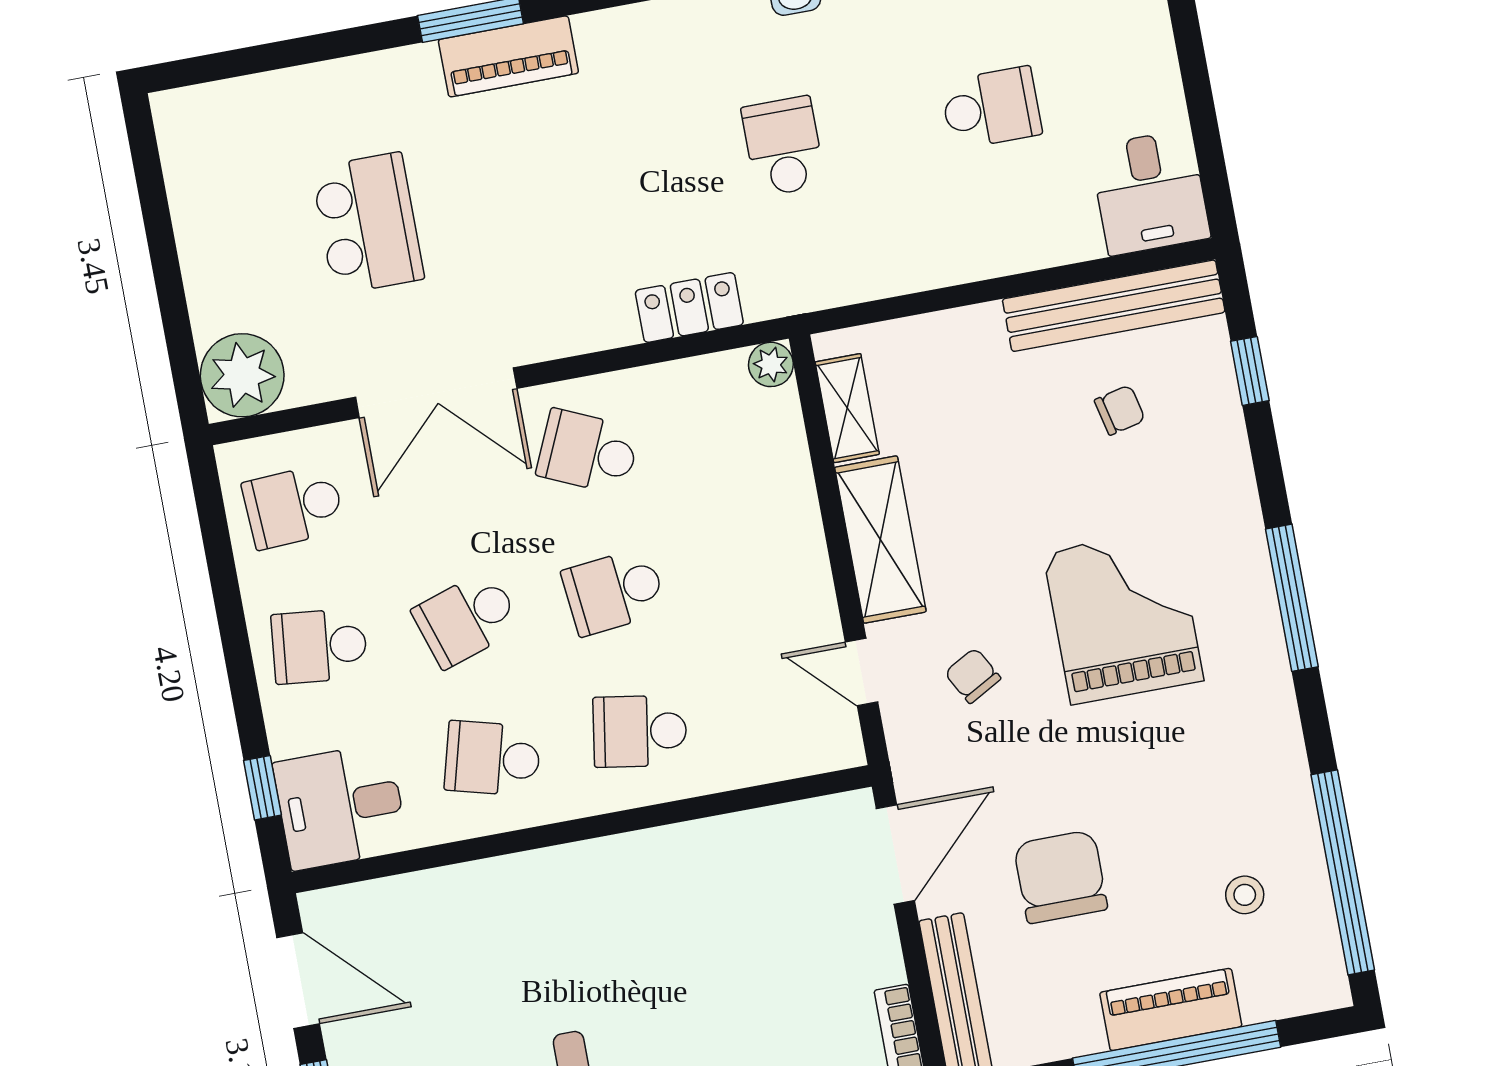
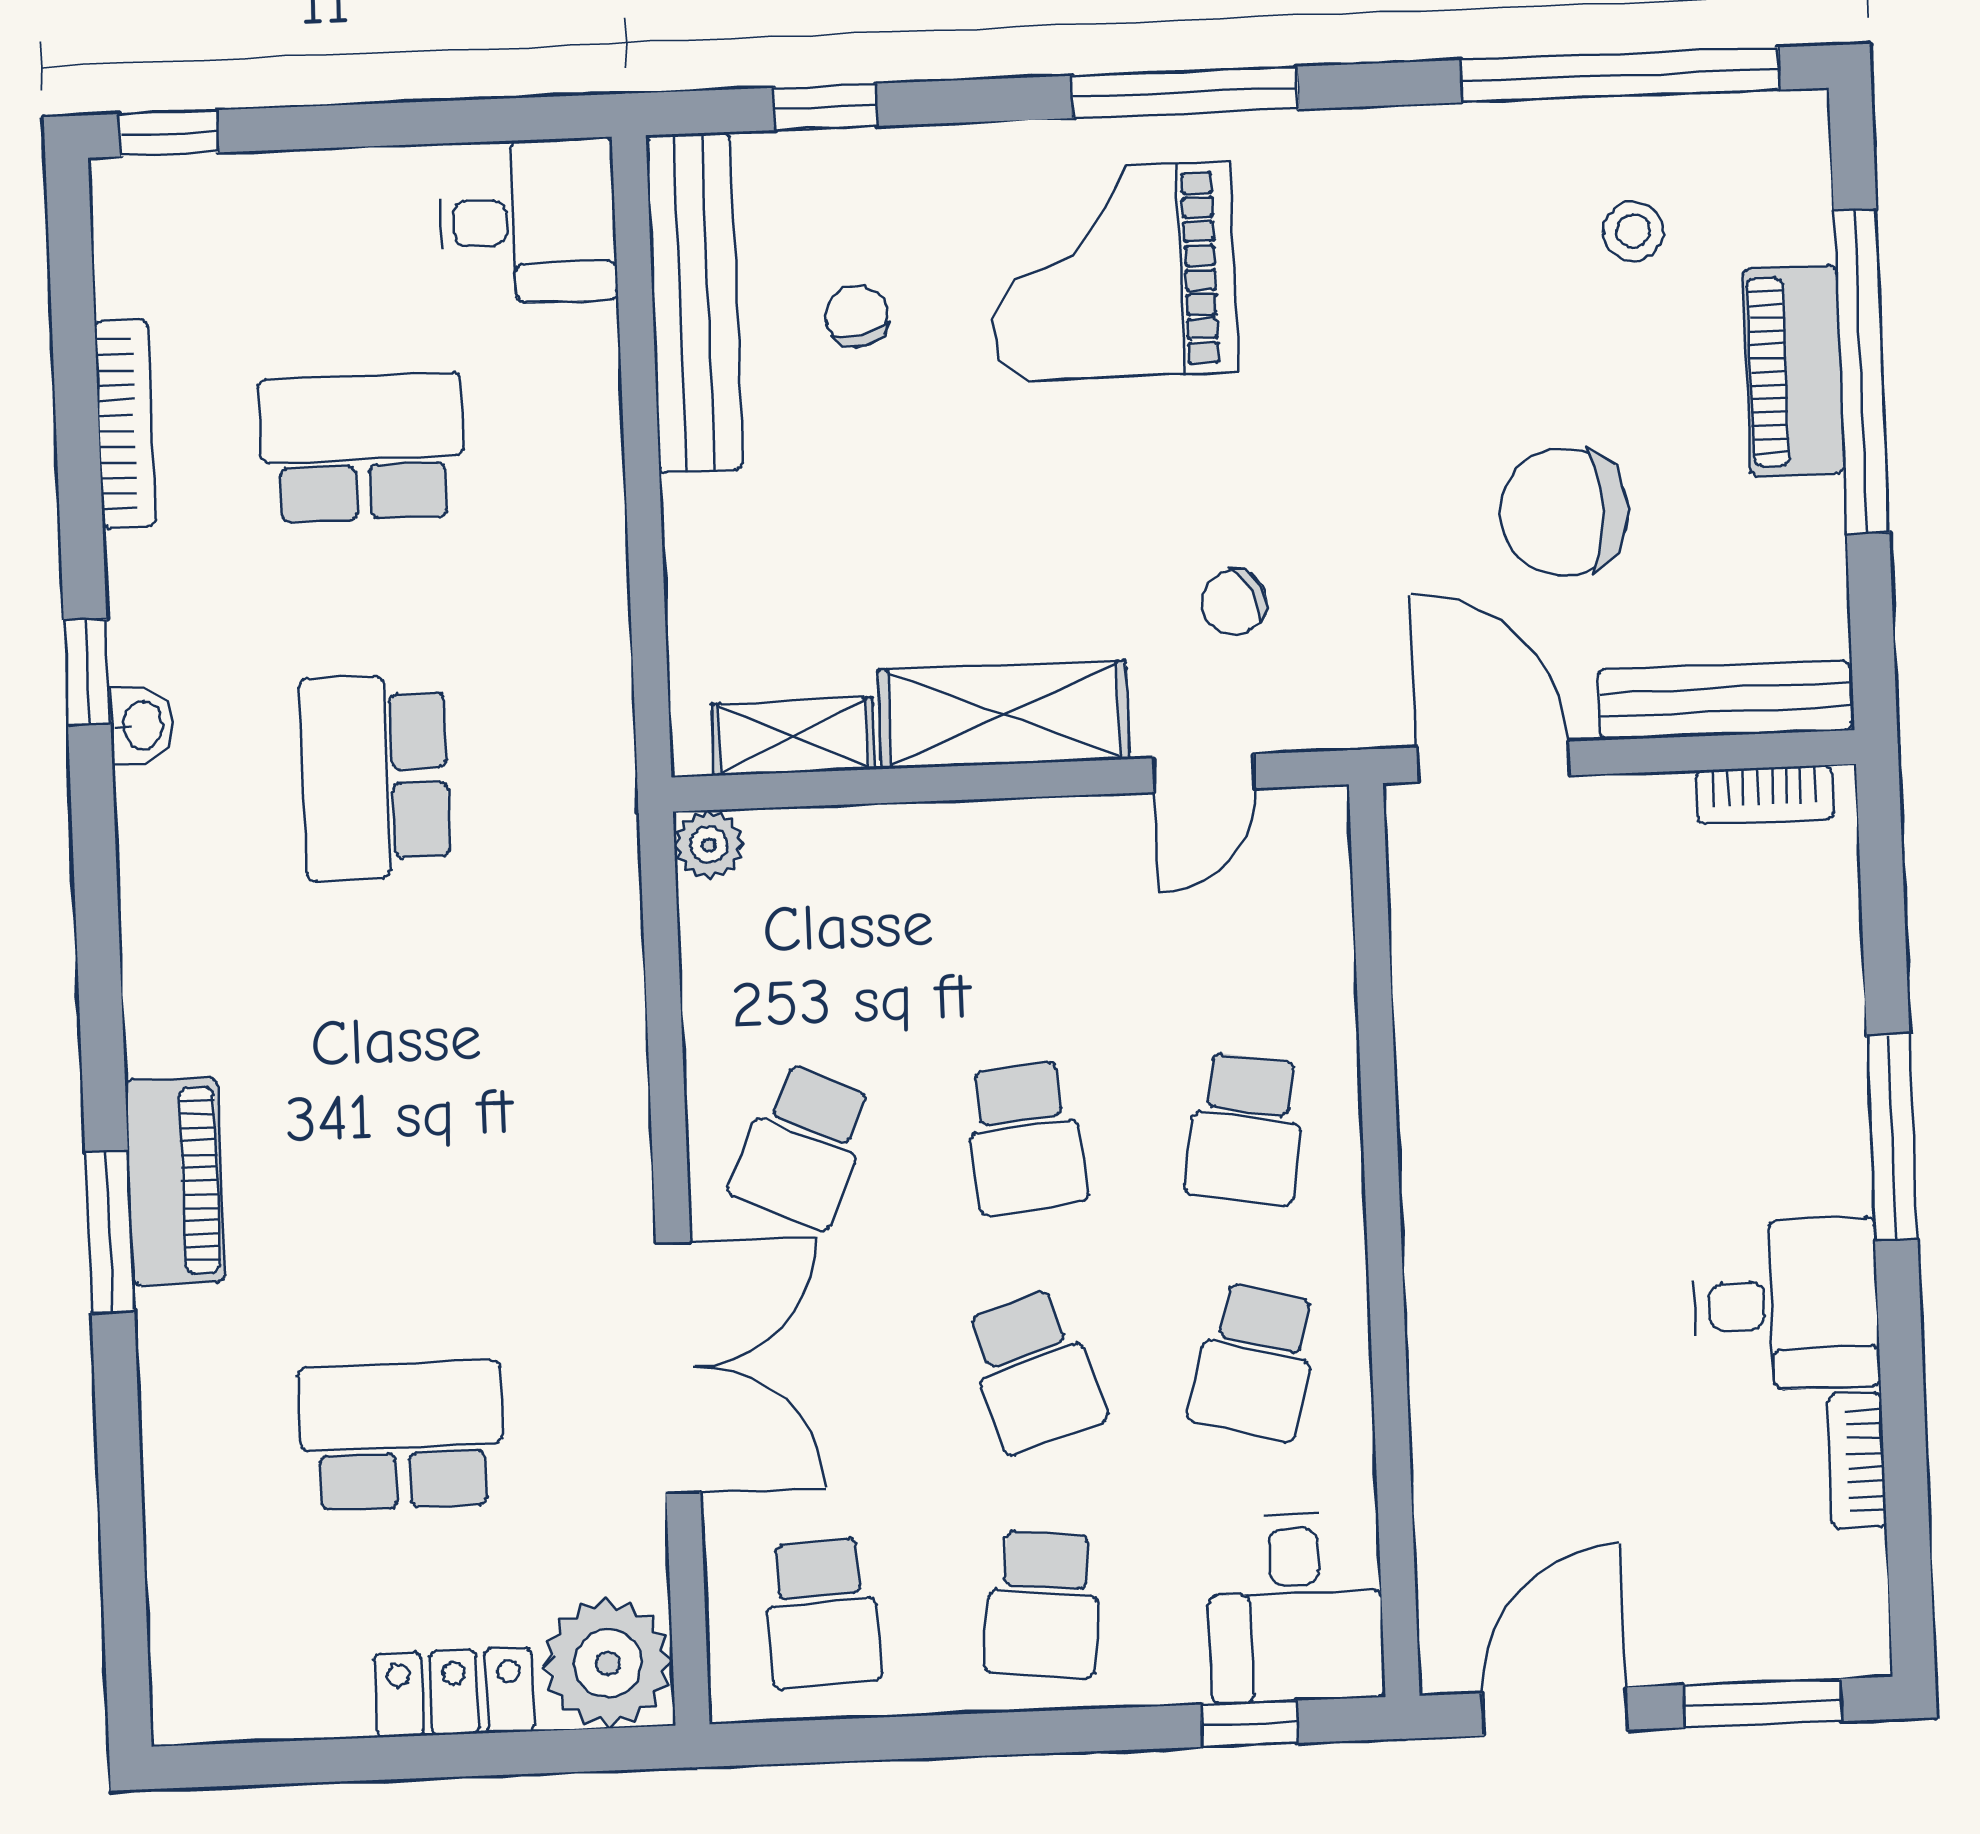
school desk: (991, 108) -> (362, 448), width x1.85
school desk: (783, 146) -> (375, 777), width x1.85
locker: (689, 307) -> (454, 1693), moved, turned 90
grand piano: (1123, 616) -> (1112, 271), moved

